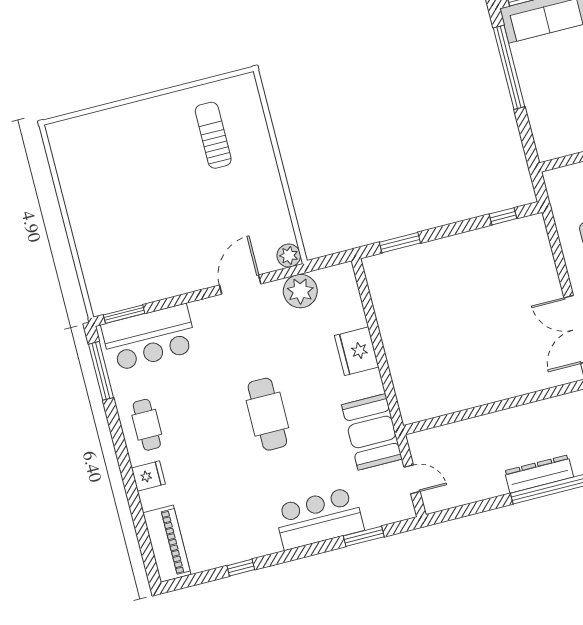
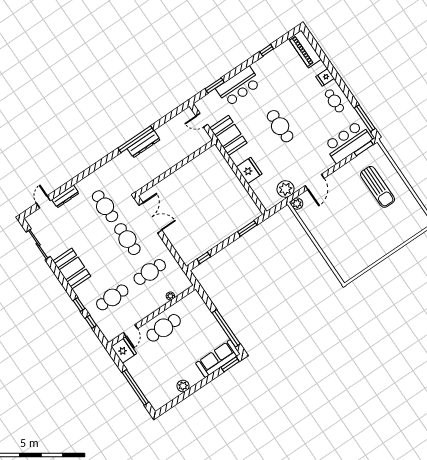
sun lounger: (213, 135) -> (378, 187), moved, width x1.36, depth x1.34

